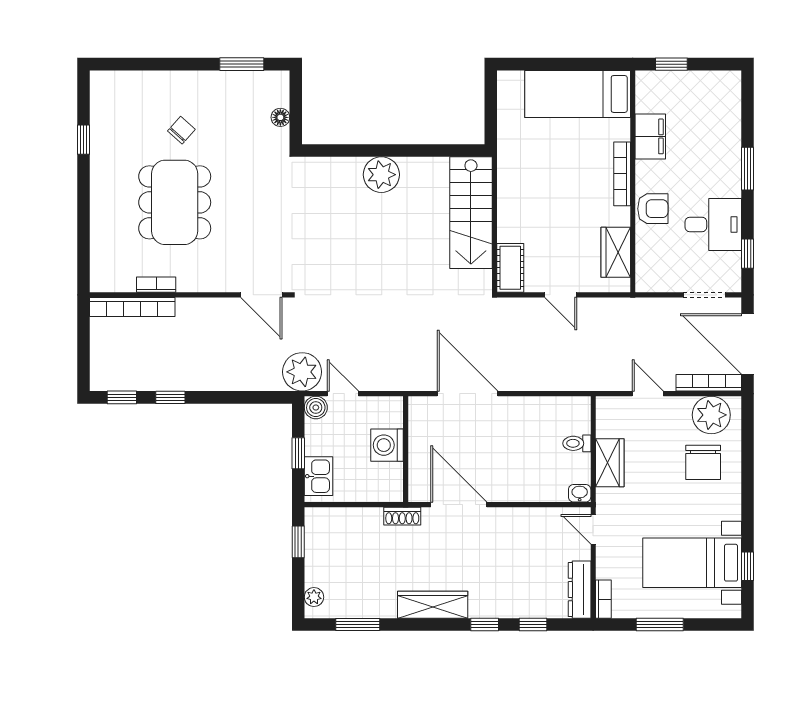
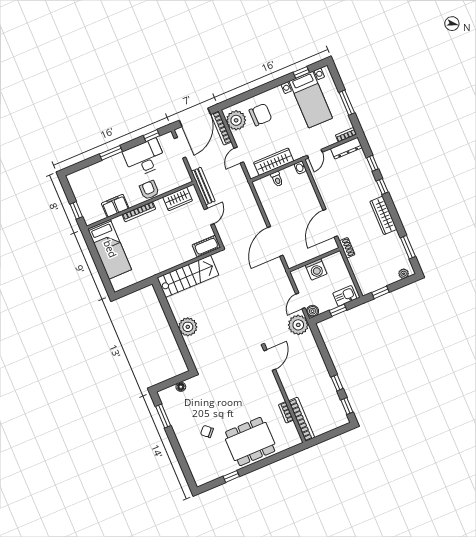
dining table: (175, 202) -> (250, 441), moved
desk: (713, 224) -> (145, 158), width x1.37
bench: (619, 307) -> (203, 186), added
wardrobe: (610, 463) -> (274, 162), width x1.50

